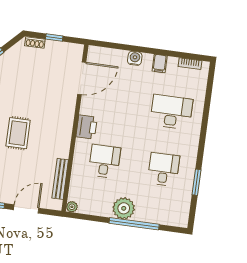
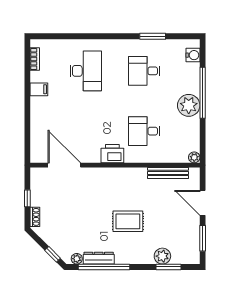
water cooler: (135, 58) -> (193, 55), moved, turned 180
desk: (171, 112) -> (86, 71), turned 180

